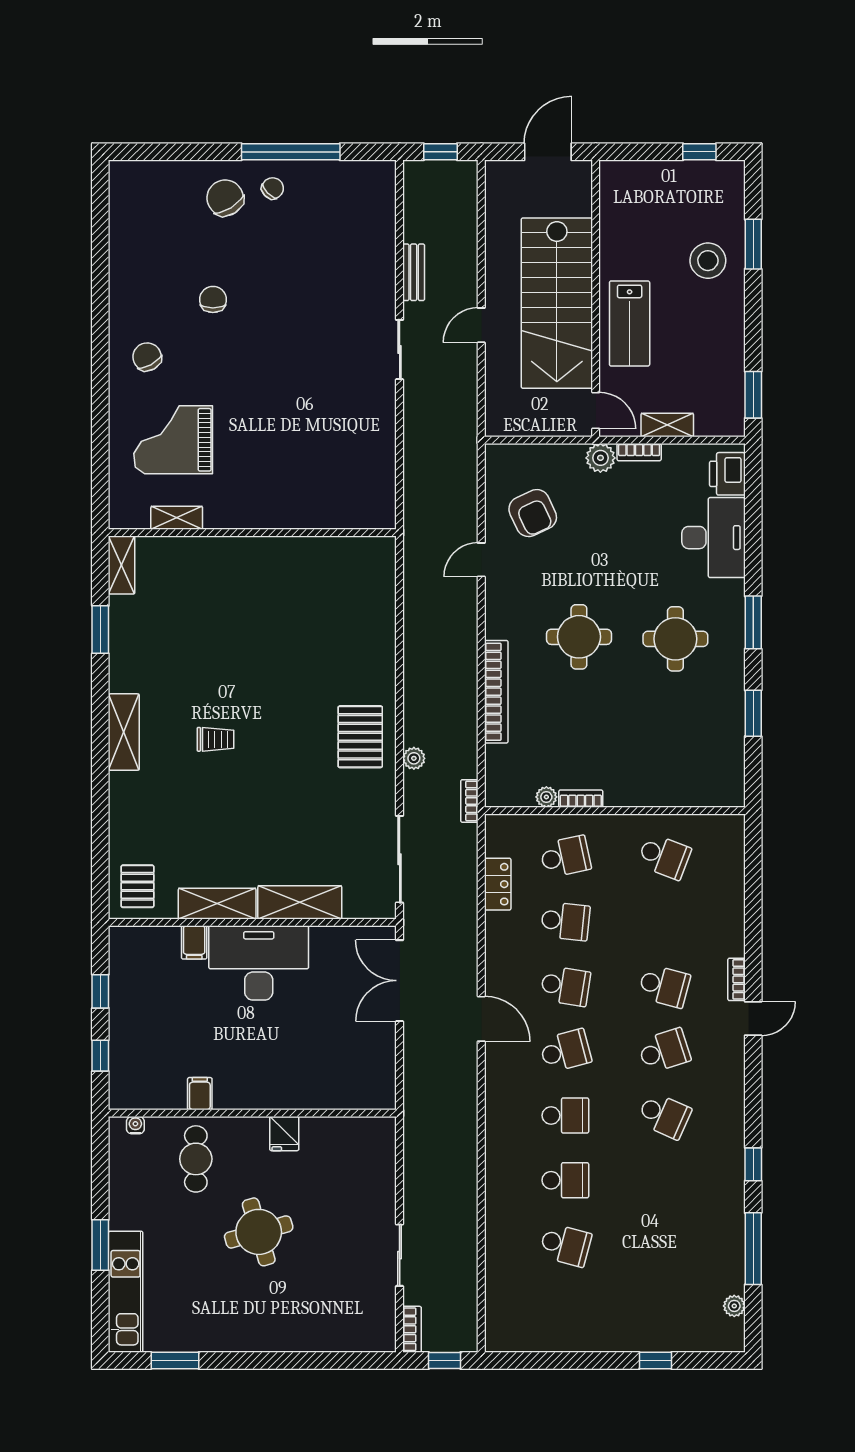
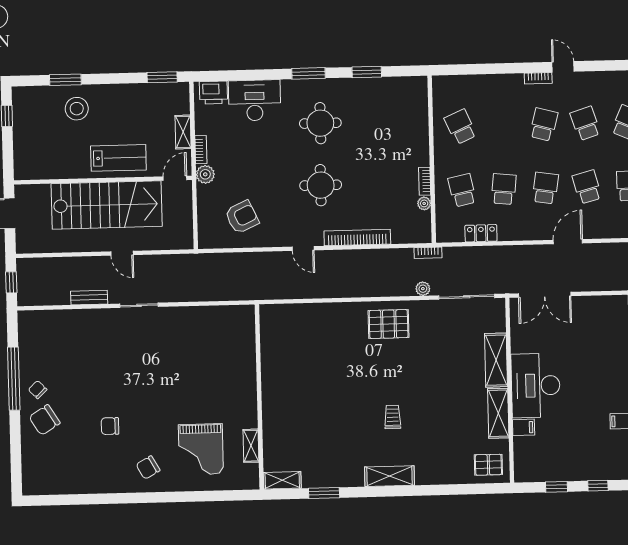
door: (481, 560) -> (303, 248), moved
plant: (414, 758) -> (423, 289), moved
school desk: (664, 857) -> (460, 127), turned -45

